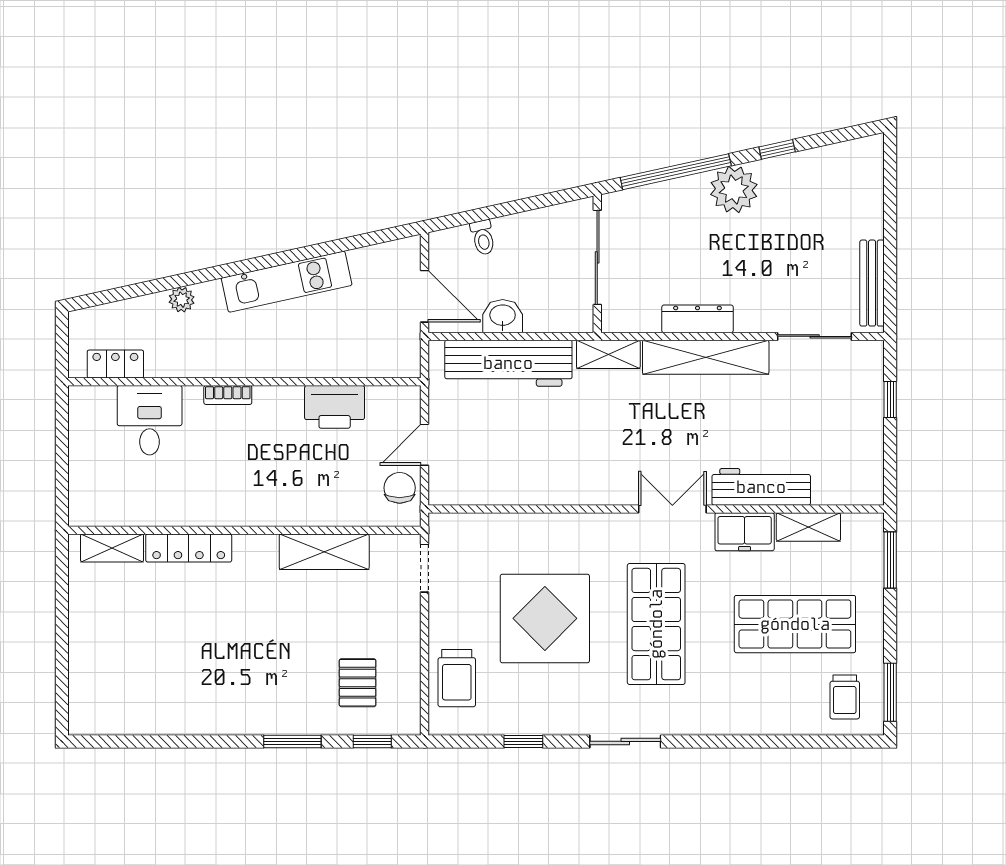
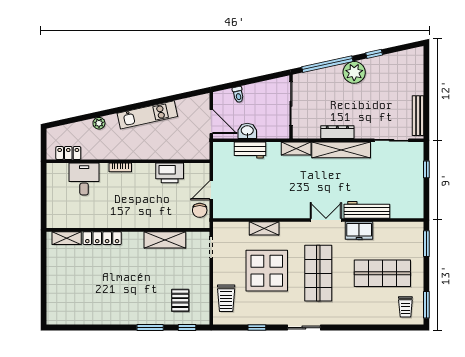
workbench: (508, 363) -> (250, 150), width x0.53, depth x0.76
chair: (400, 488) -> (200, 210), turned 180
shelving: (808, 527) -> (264, 228), moved

